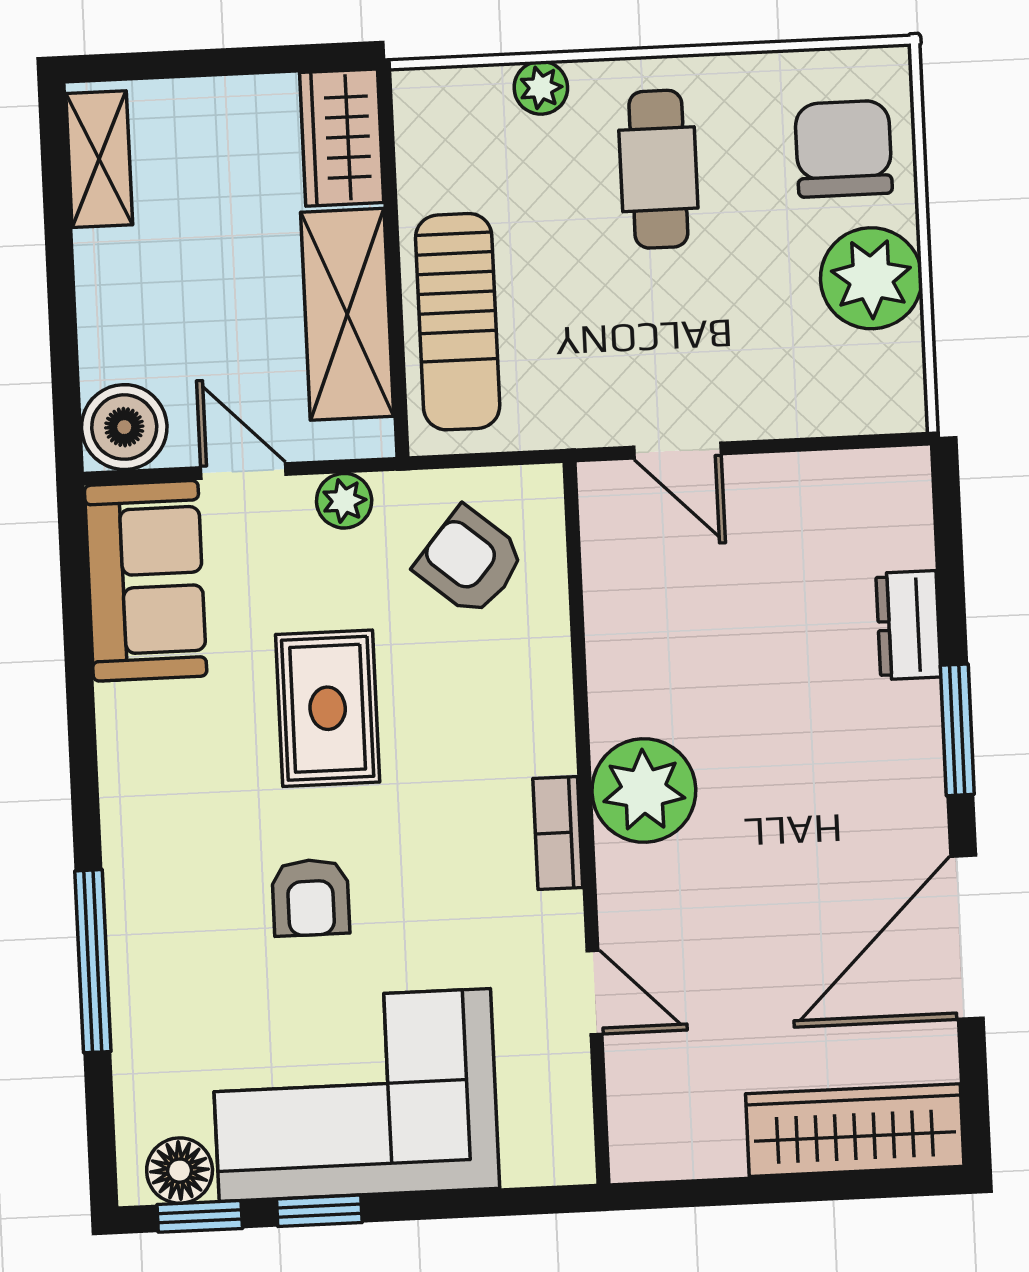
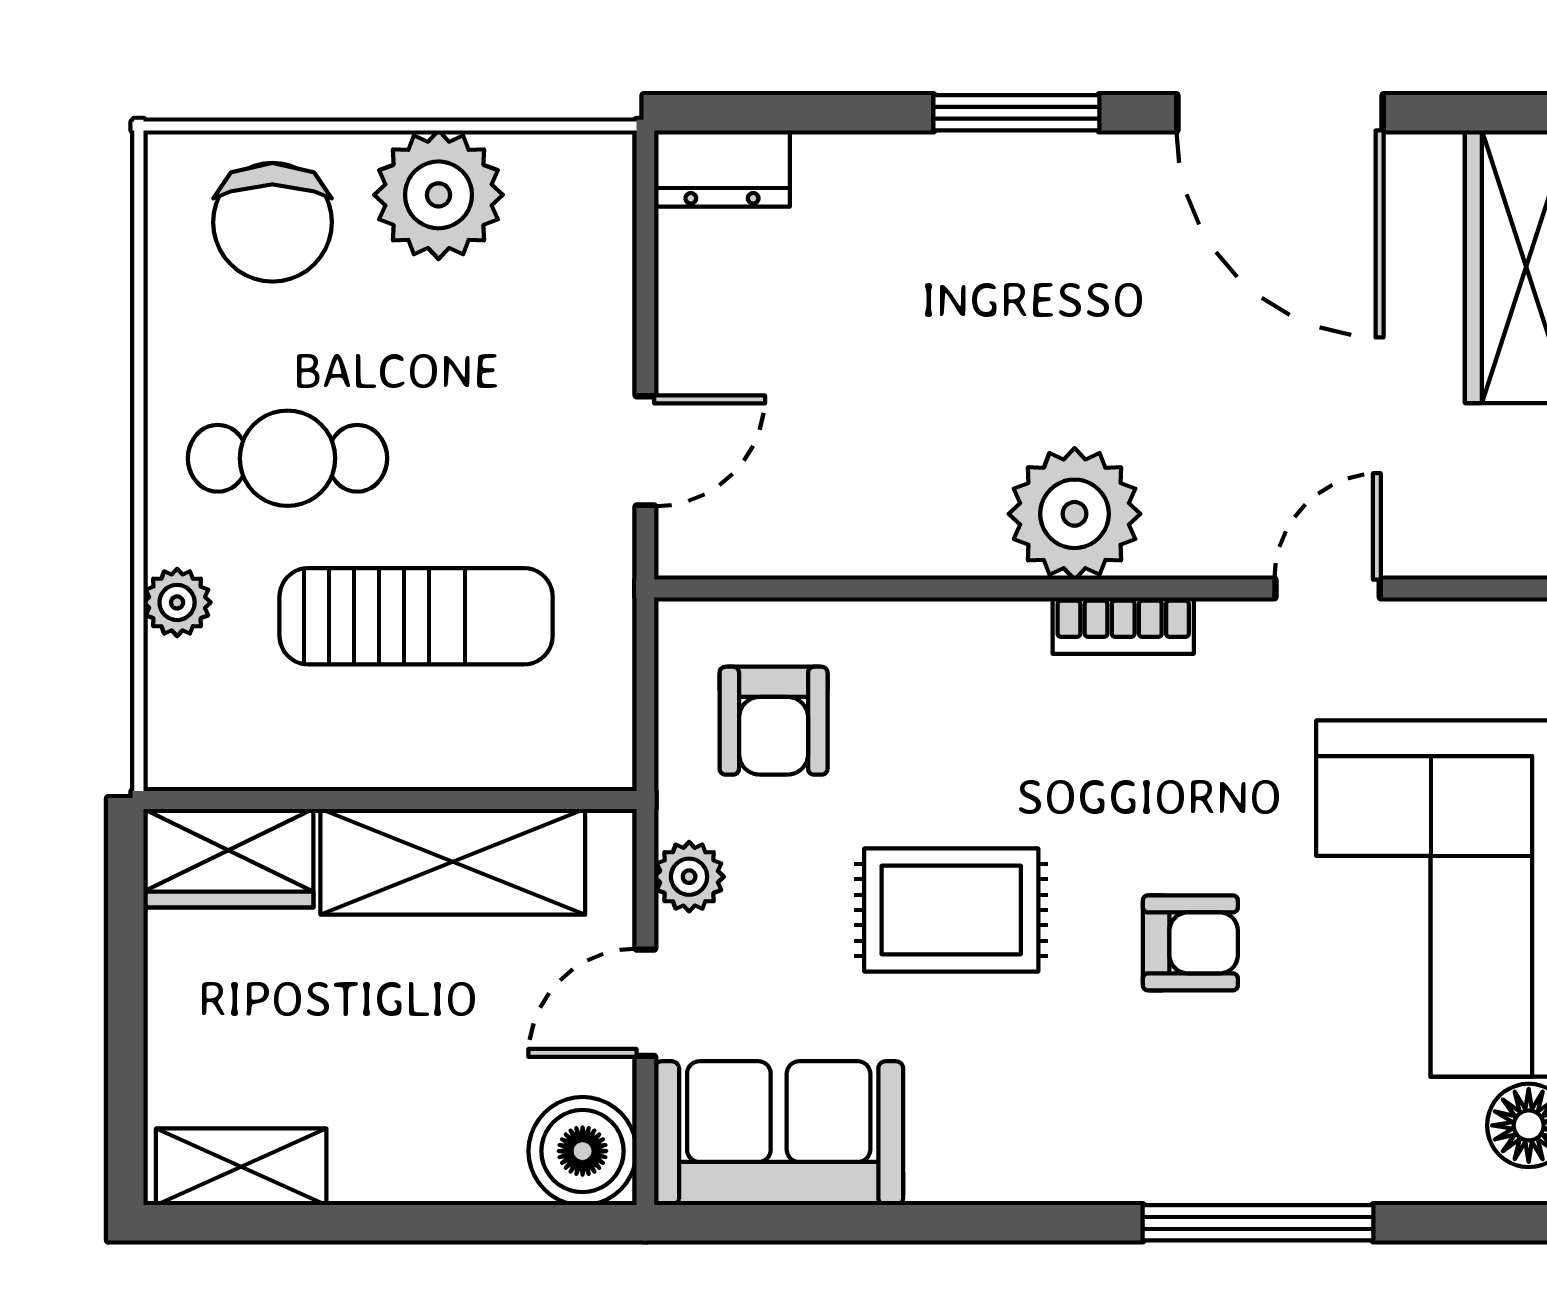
chair: (844, 149) -> (272, 222), turned -90
sun lounger: (458, 322) -> (416, 616), moved
armchair: (470, 561) -> (774, 721), turned -40
dresser: (908, 625) -> (722, 169), moved

